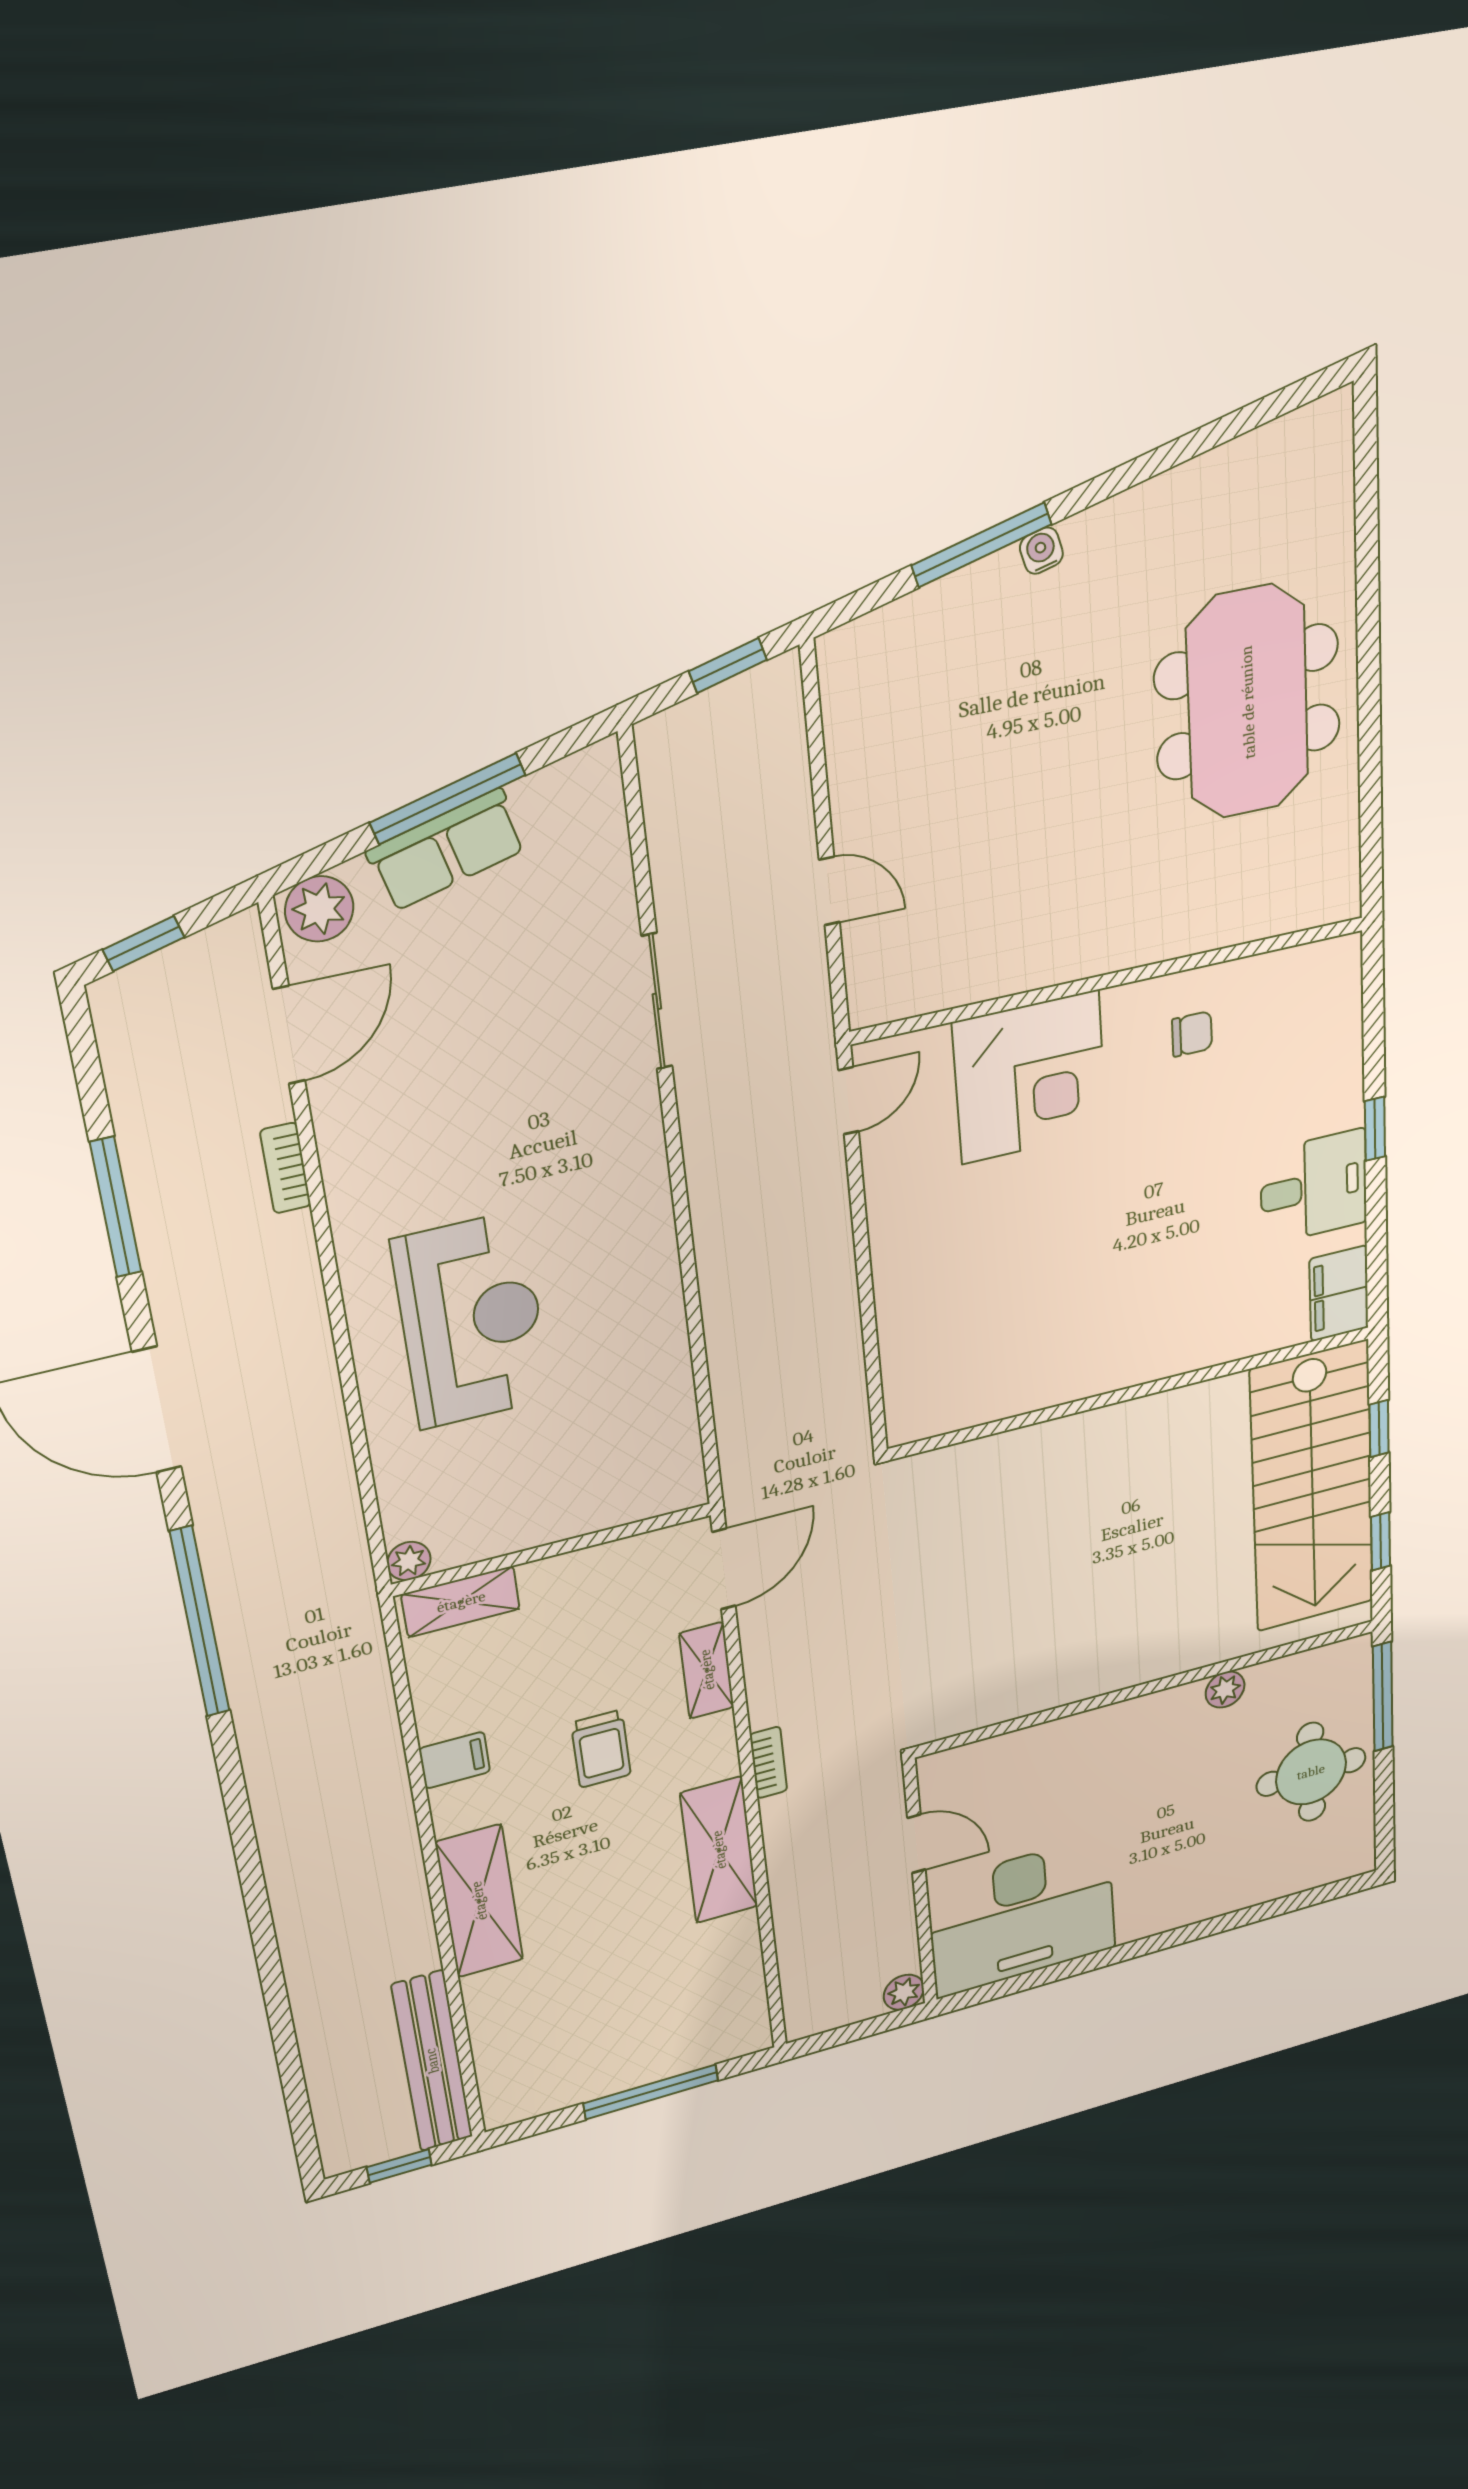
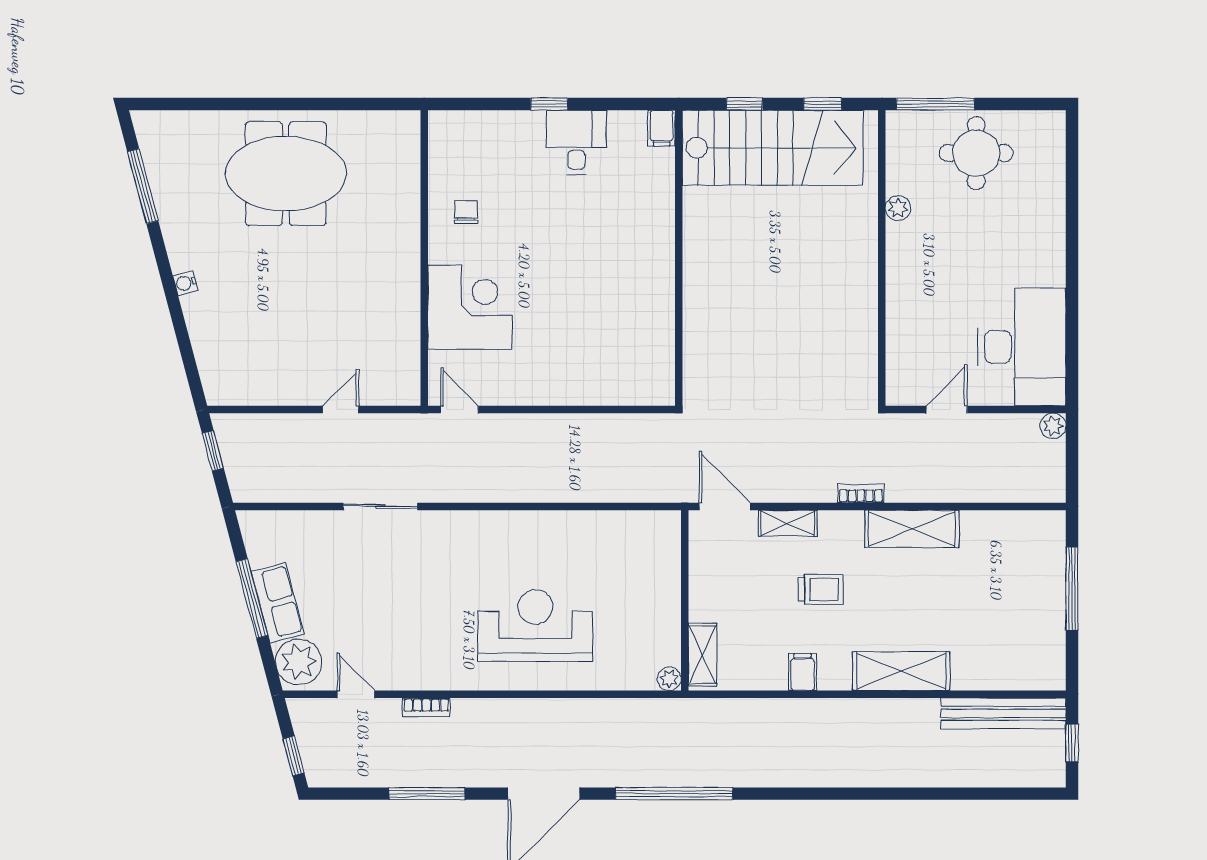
window: (982, 545) -> (143, 186), moved
plant: (319, 909) -> (299, 662), width x1.36, depth x1.36
door: (289, 1035) -> (356, 694), width x0.73
filing cabinet: (1339, 1293) -> (662, 128), width x0.50

